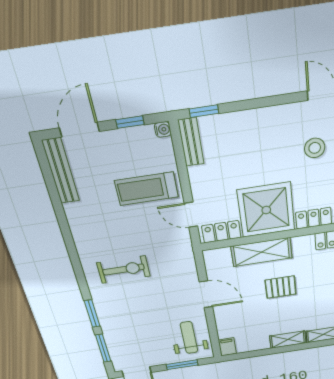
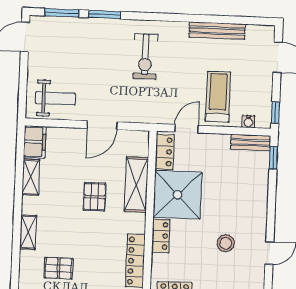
window: (130, 122) -> (275, 113), moved
water cooler: (163, 129) -> (248, 122), moved
bench: (61, 171) -> (217, 31), moved
shelving: (288, 340) -> (31, 177), moved
filing cabinet: (227, 347) -> (35, 142), width x2.00
window: (182, 365) -> (23, 84), removed

